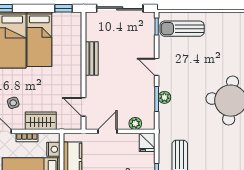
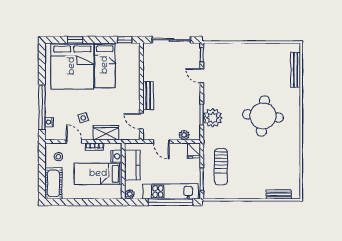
sun lounger: (182, 29) -> (223, 57), removed
bench: (92, 59) -> (148, 96), moved
door: (157, 67) -> (202, 76), moved
plant: (164, 97) -> (213, 118), width x1.87, depth x1.87
door: (108, 131) -> (161, 142), swing flipped

